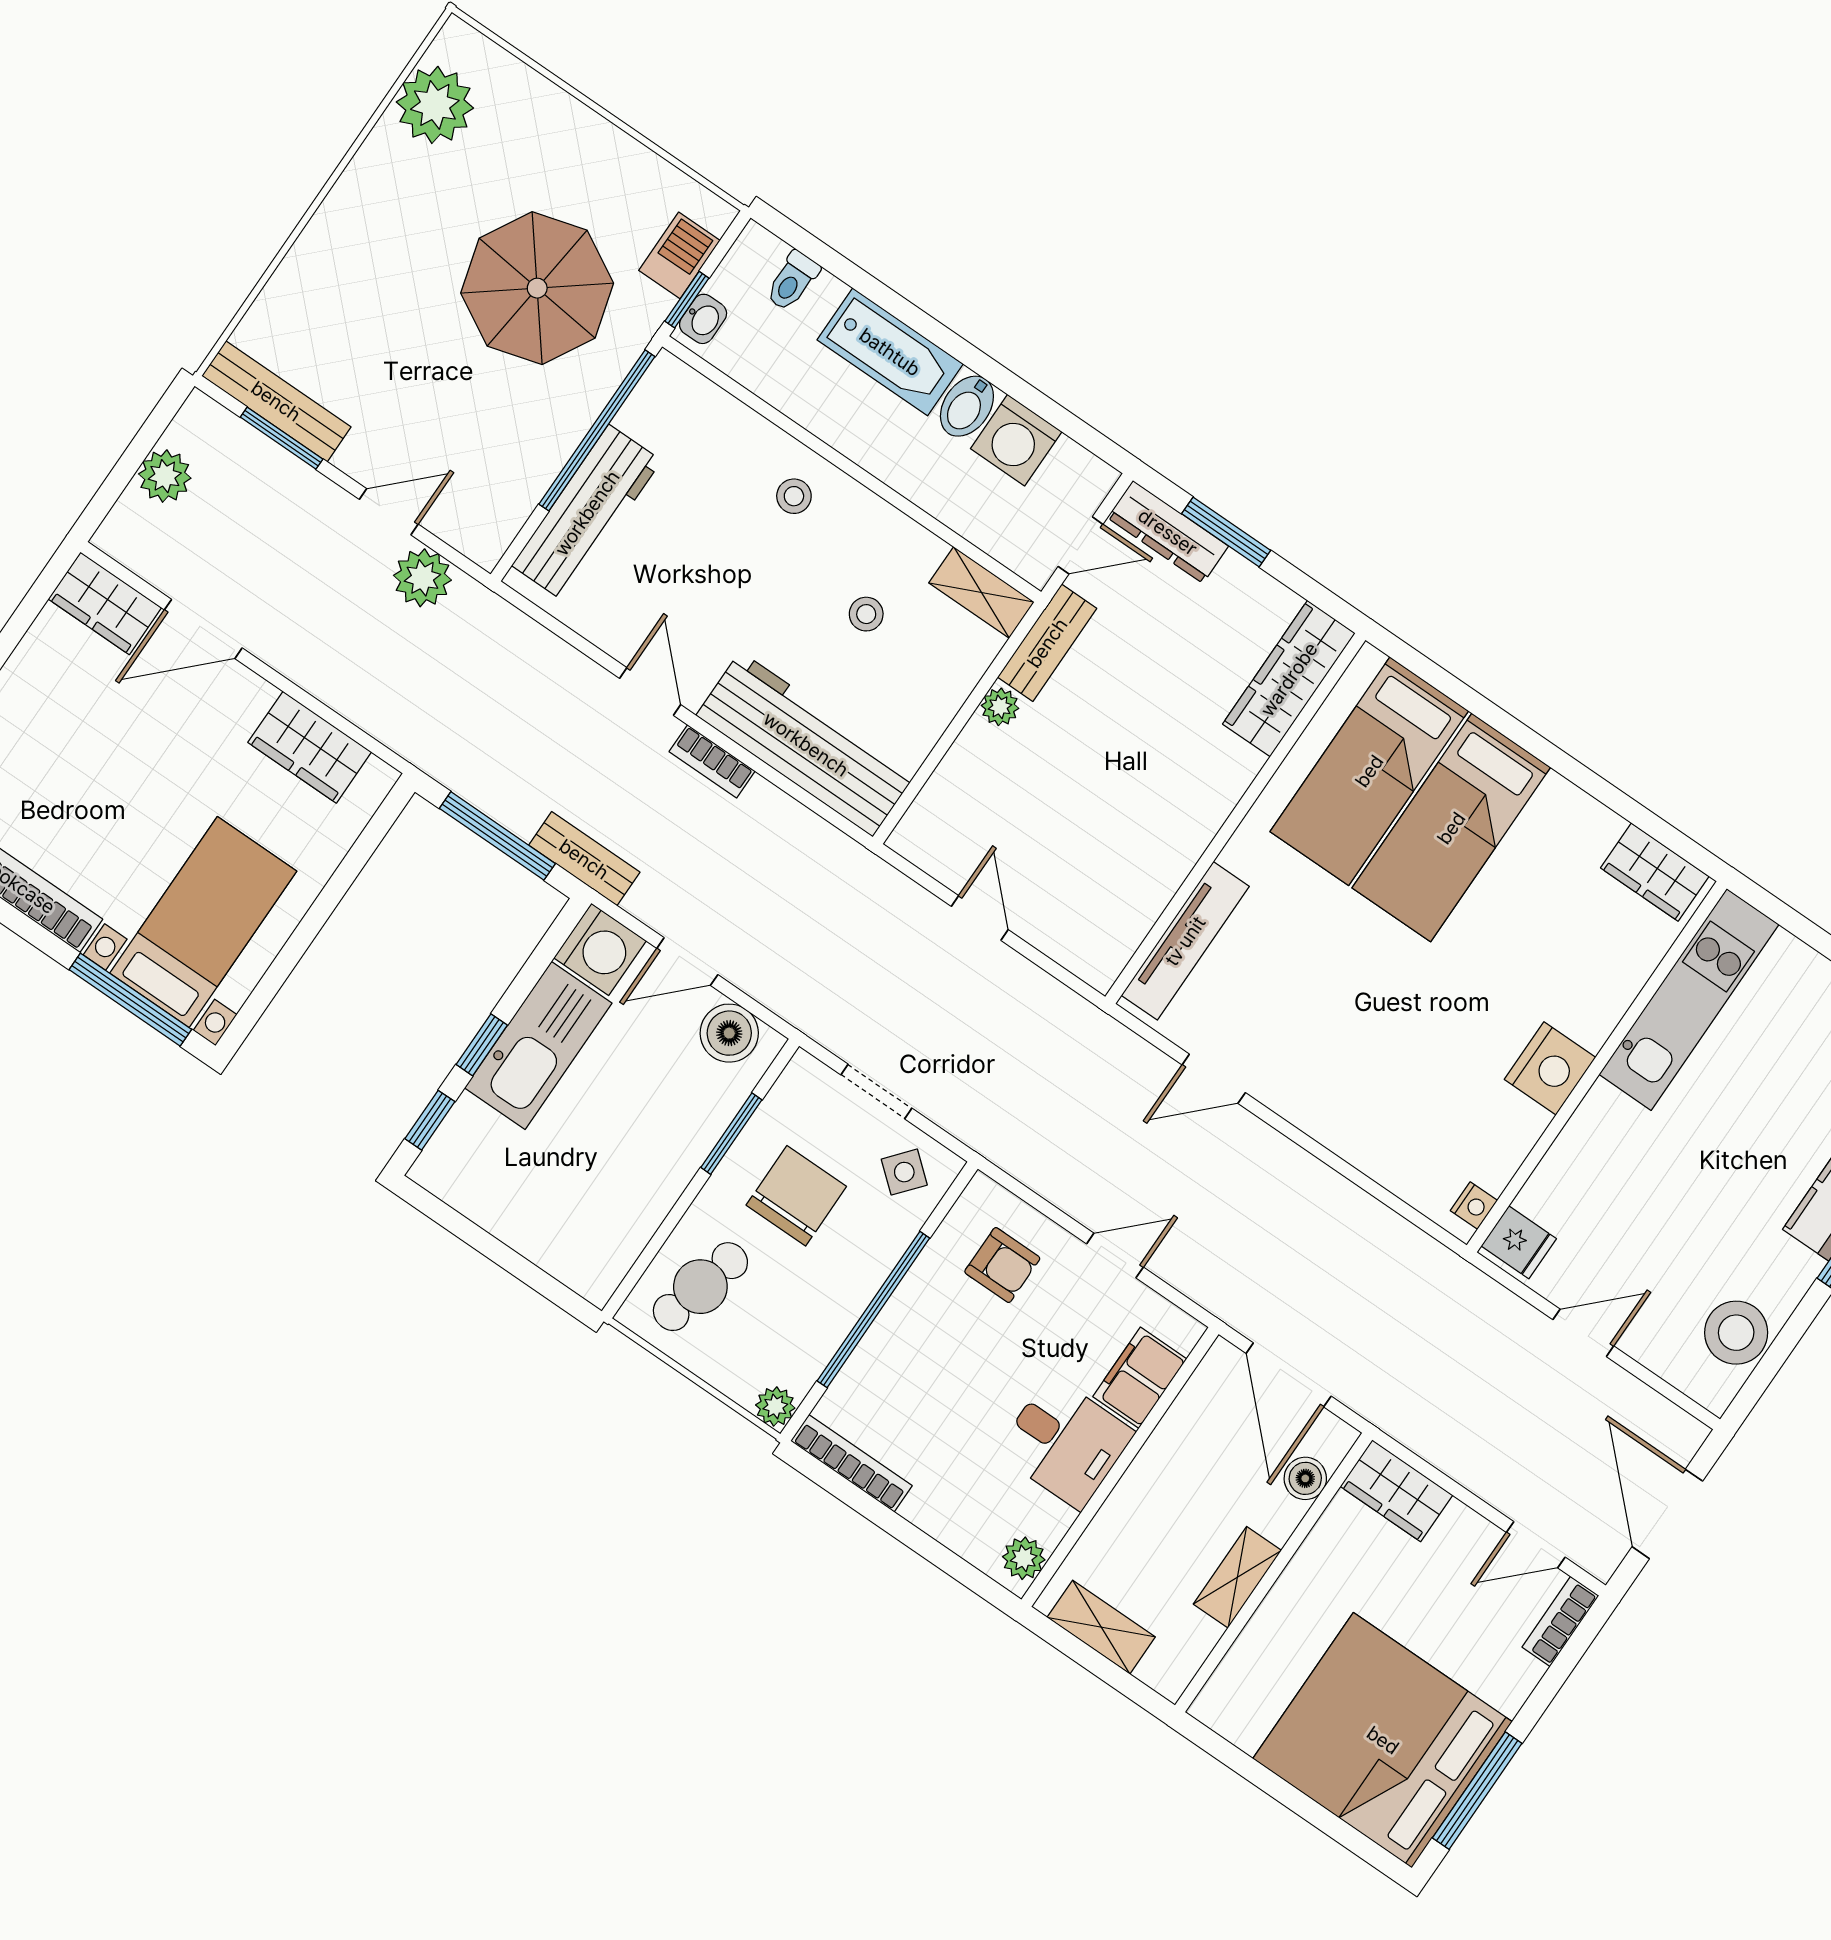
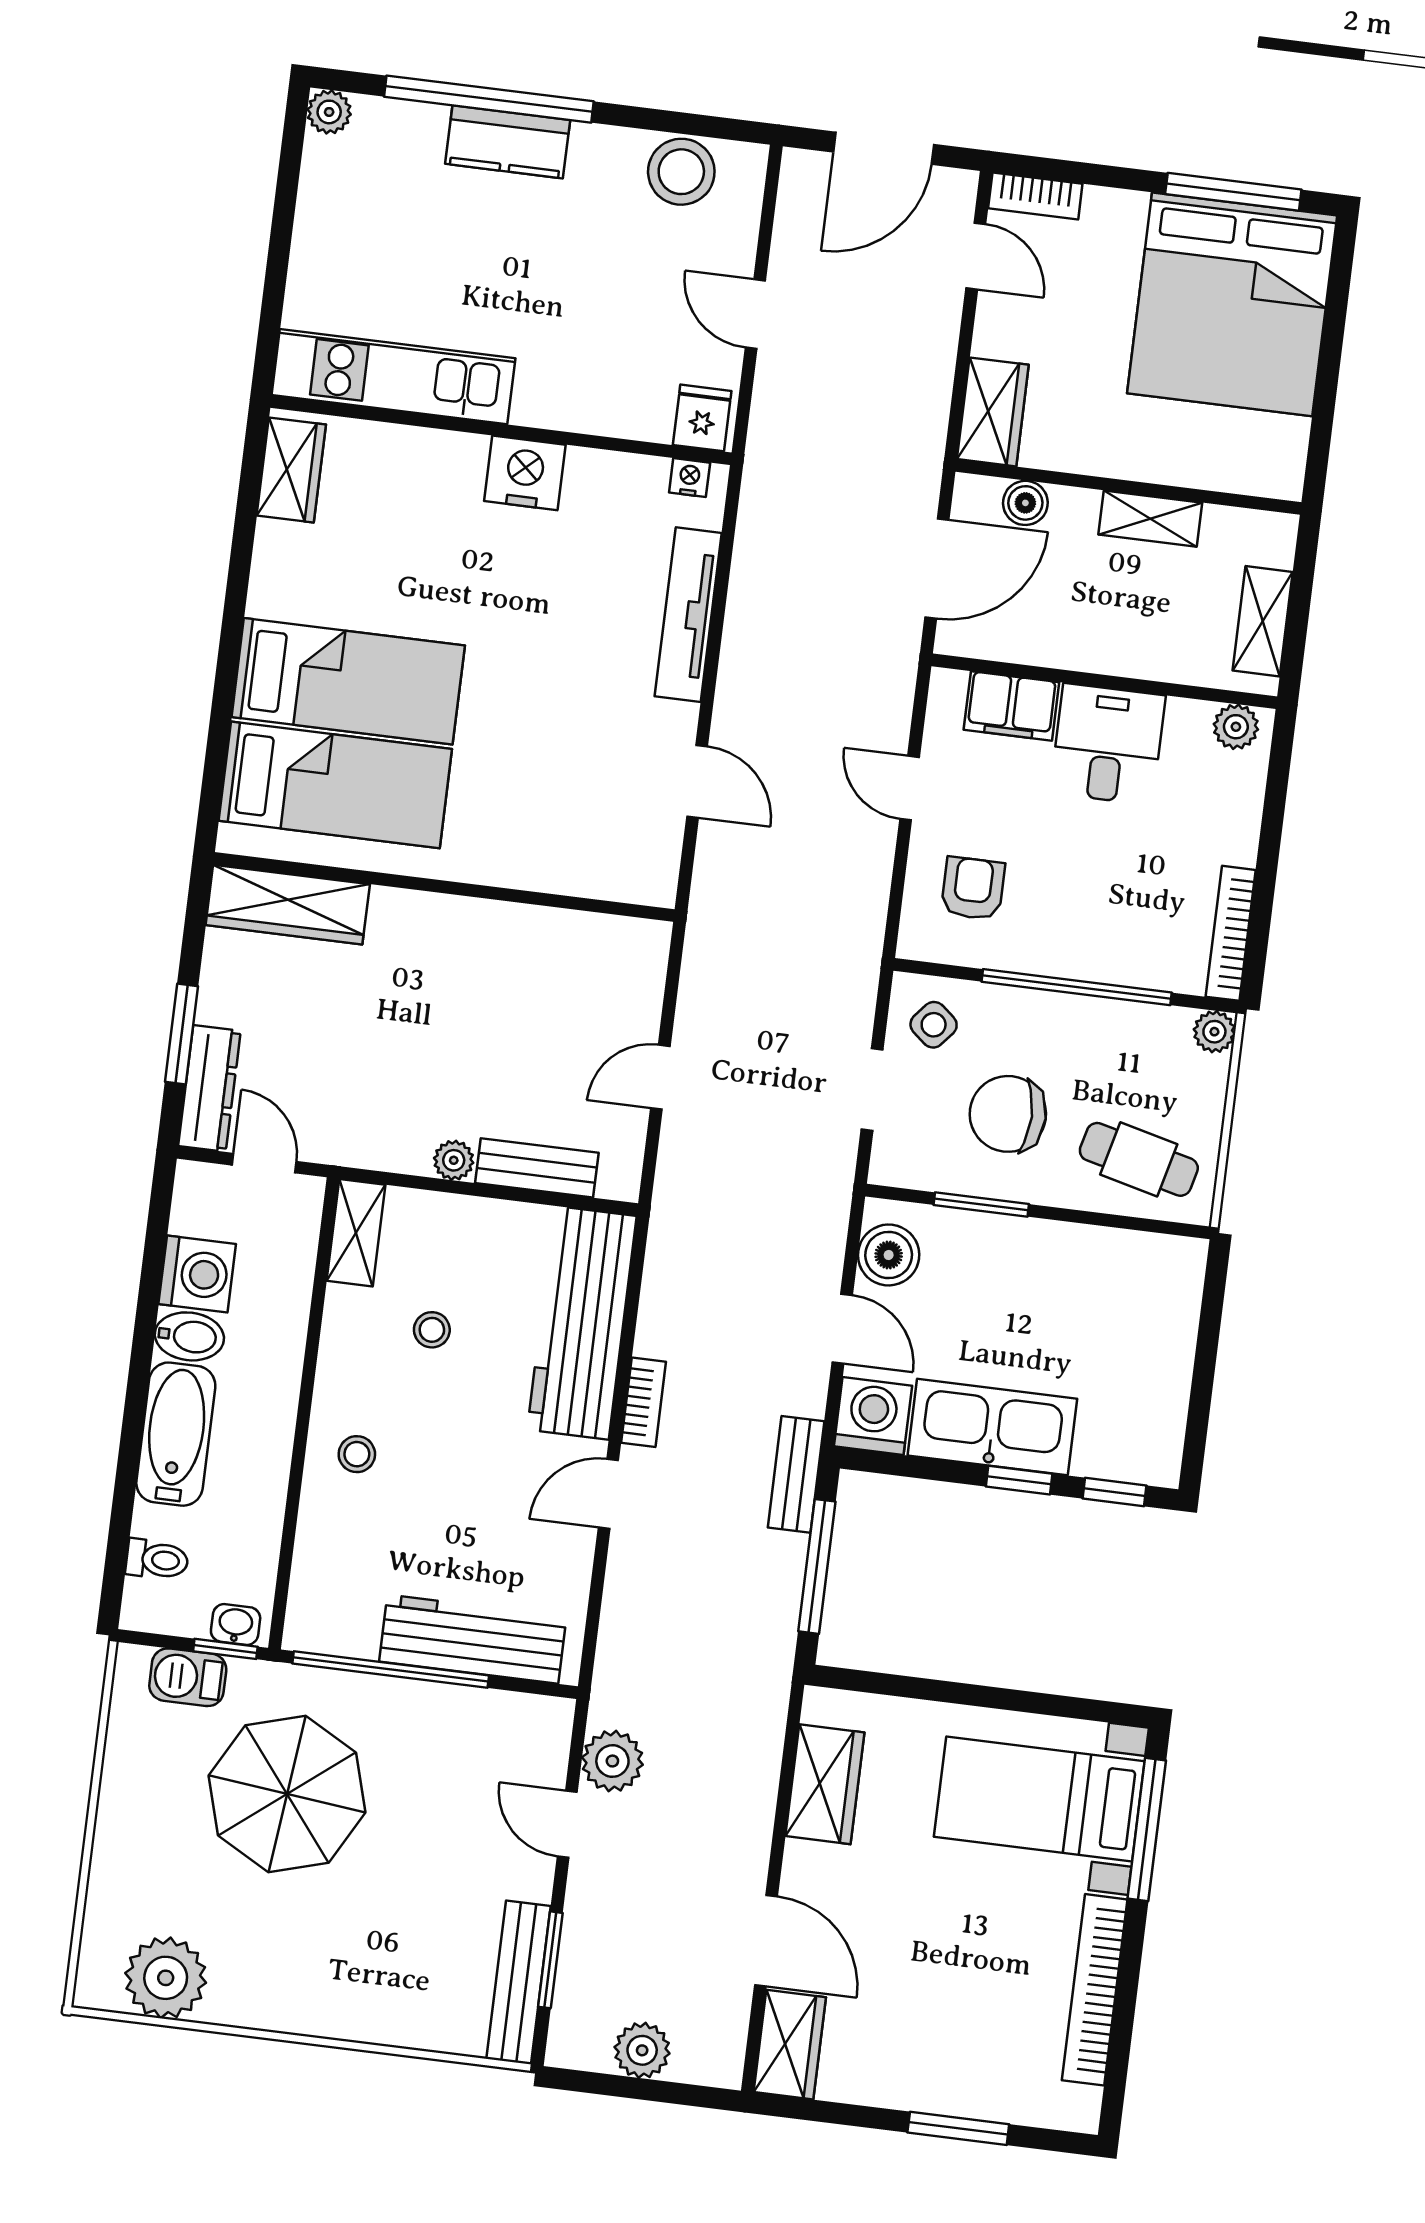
bench: (1047, 643) -> (537, 1168), moved
tv unit: (1185, 941) -> (688, 615), moved, turned -90

